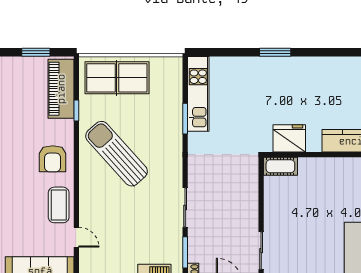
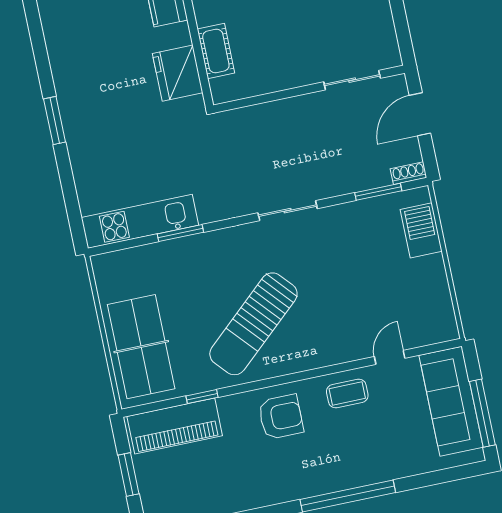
cot: (280, 166) -> (216, 51), moved
coffee table: (59, 205) -> (347, 393), width x0.73, depth x0.77
sliding door: (185, 208) -> (288, 211), moved

